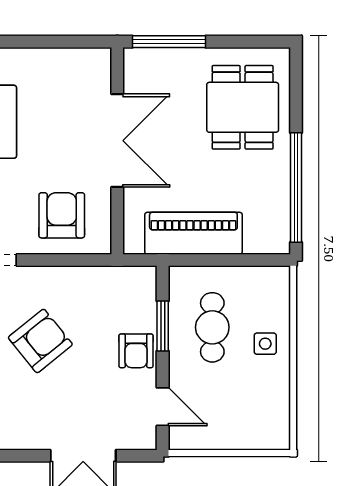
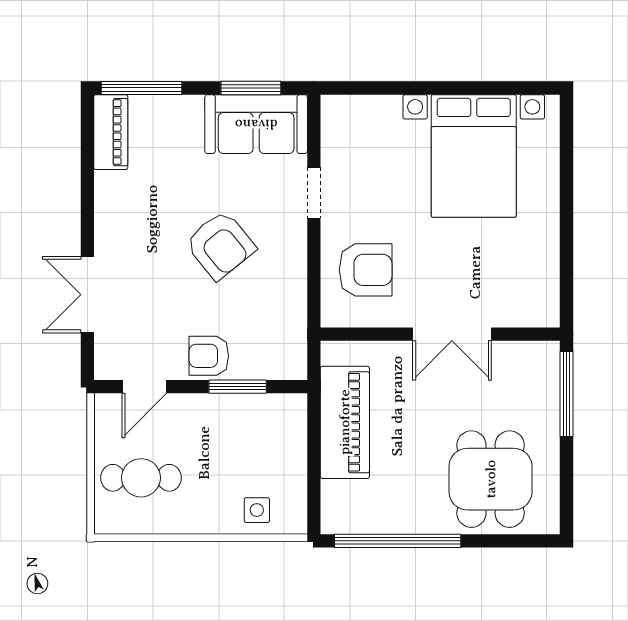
dining table: (243, 107) -> (491, 479), turned 90
double door: (117, 141) -> (452, 334), width x0.73
cafe table: (212, 327) -> (141, 478), moved
side table: (265, 344) -> (257, 510), moved

